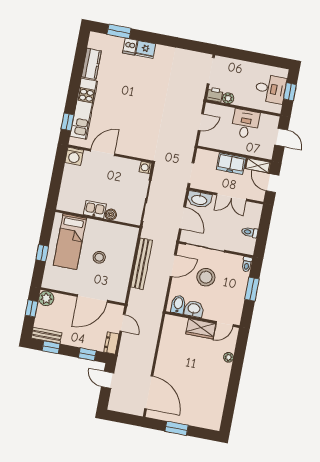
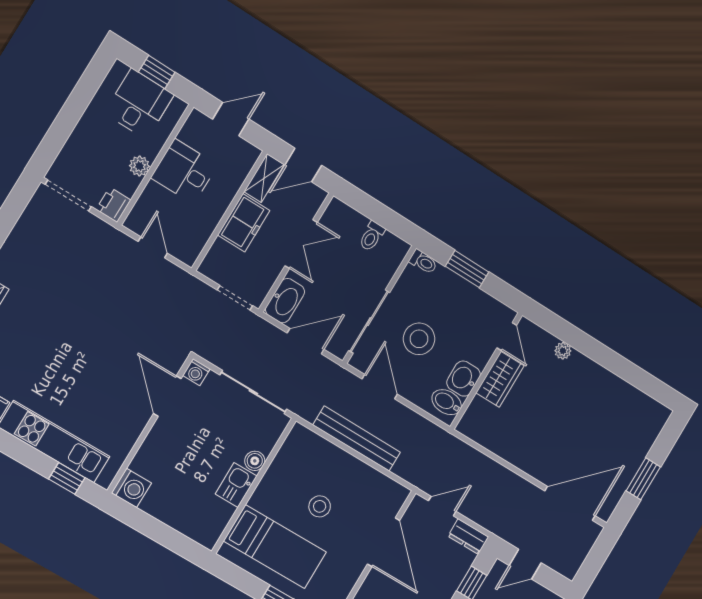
plant: (228, 98) -> (139, 166), moved
door: (103, 152) -> (167, 396), moved

